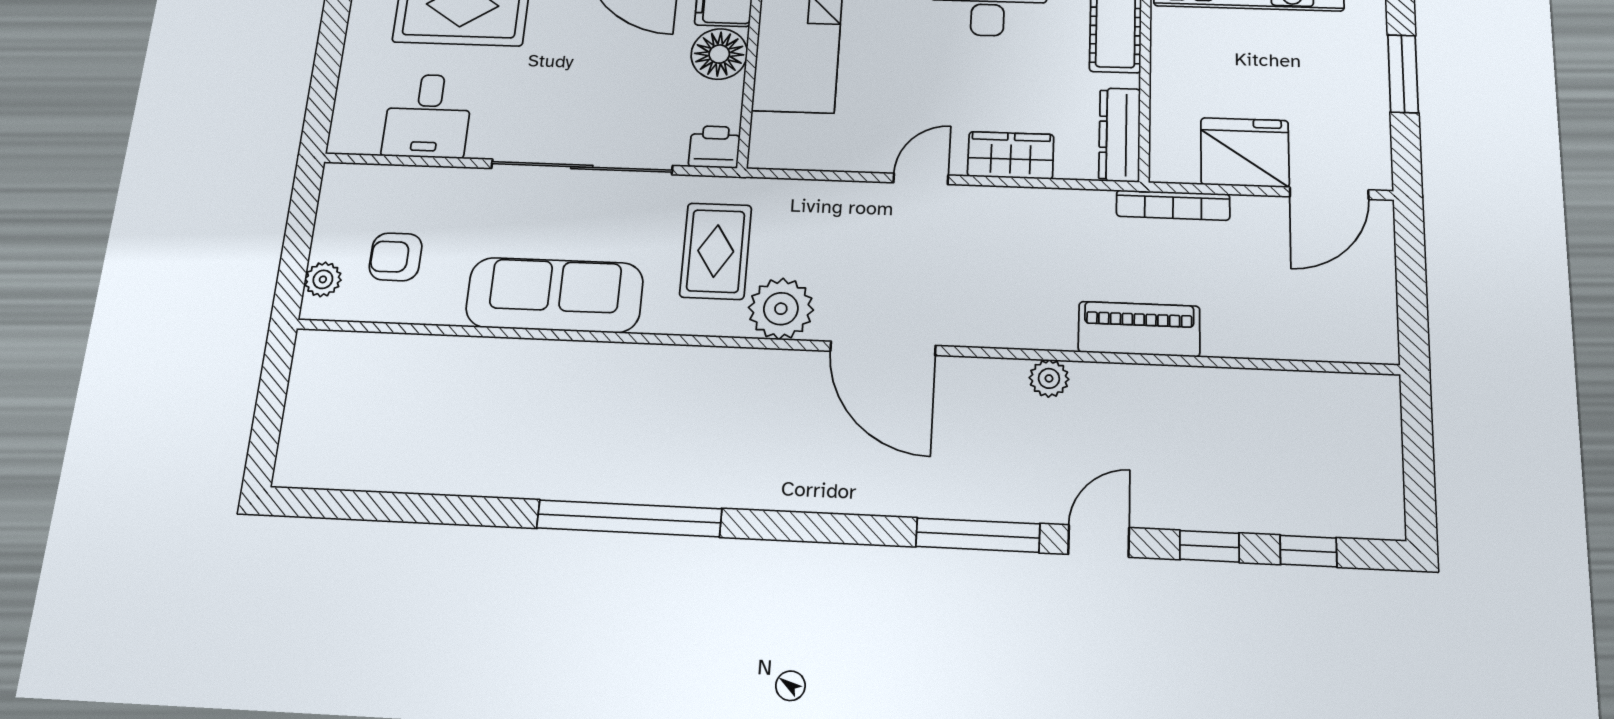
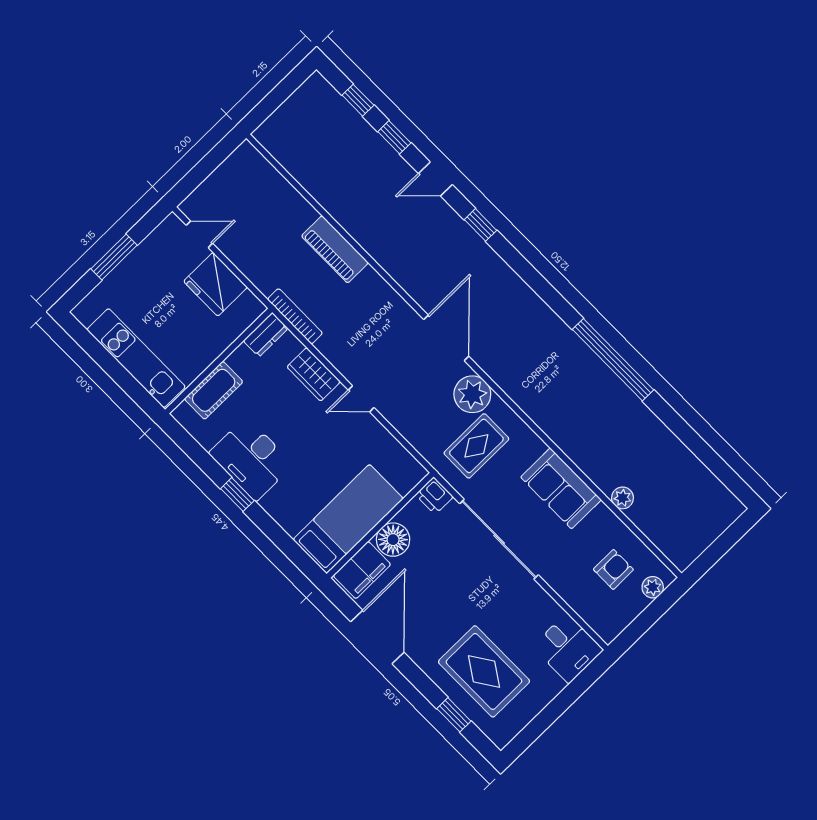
desk: (428, 116) -> (568, 648), moved, turned 90
dresser: (1120, 135) -> (266, 335), width x0.70
door: (1329, 193) -> (199, 234), width x0.73
bookcase: (1173, 205) -> (295, 316), moved
armchair: (396, 257) -> (613, 569), turned -90
sofa: (554, 295) -> (561, 488), width x0.73
plant: (1049, 378) -> (623, 498), moved
window: (978, 535) -> (480, 225), width x0.46

